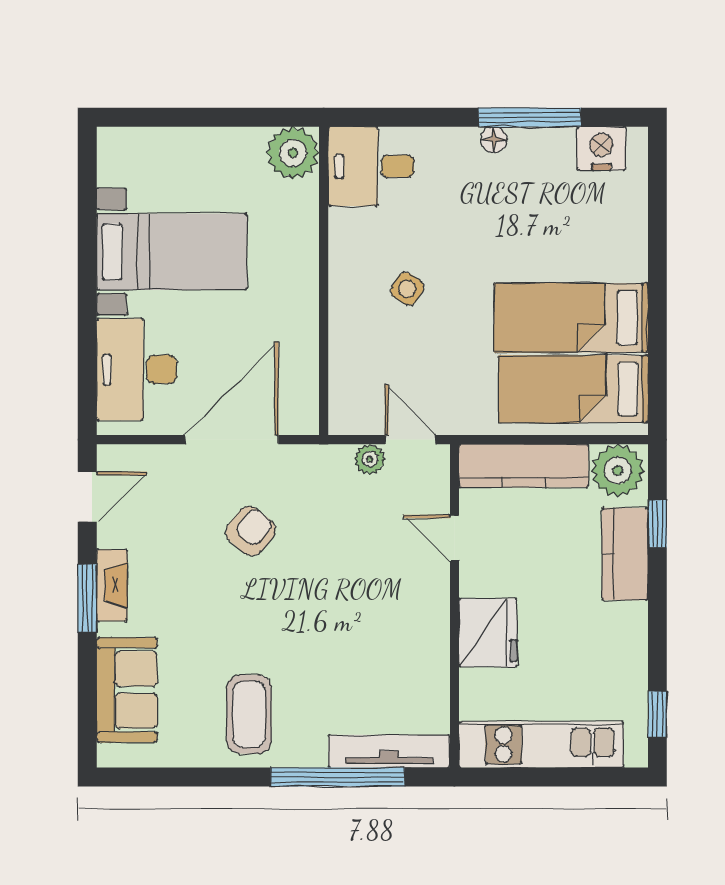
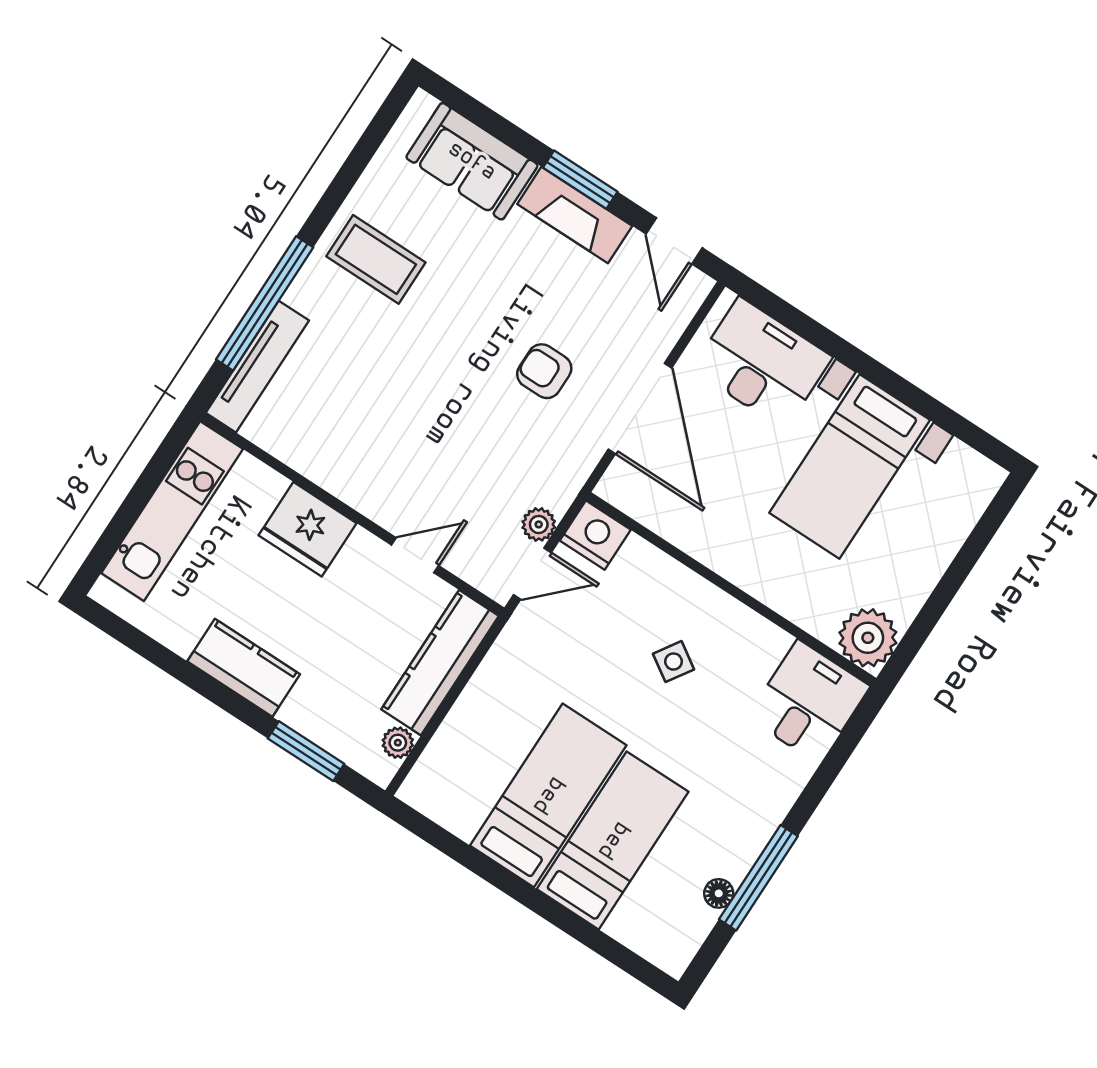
floor lamp: (494, 140) -> (719, 893), moved
nightstand: (601, 148) -> (595, 535), moved, turned -90
bed: (573, 389) -> (613, 840), moved
plant: (618, 470) -> (398, 743), width x0.53, depth x0.53
window: (657, 524) -> (306, 751), width x1.50
armchair: (251, 531) -> (544, 371), turned 140
kitchen counter: (625, 554) -> (244, 668), moved
fireplace: (112, 585) -> (575, 215), width x1.37, depth x1.32
window: (657, 714) -> (130, 636), removed

